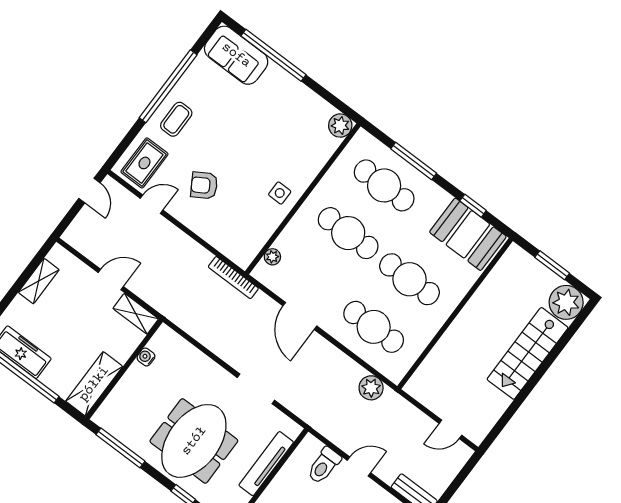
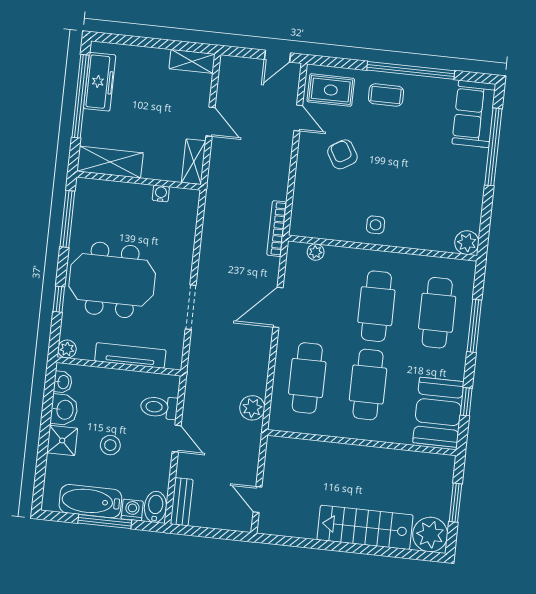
shelving: (39, 281) -> (192, 61), moved

